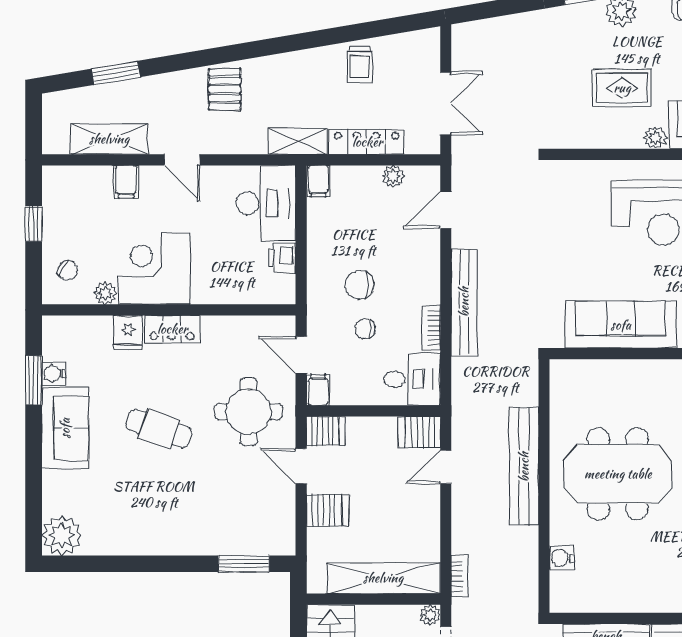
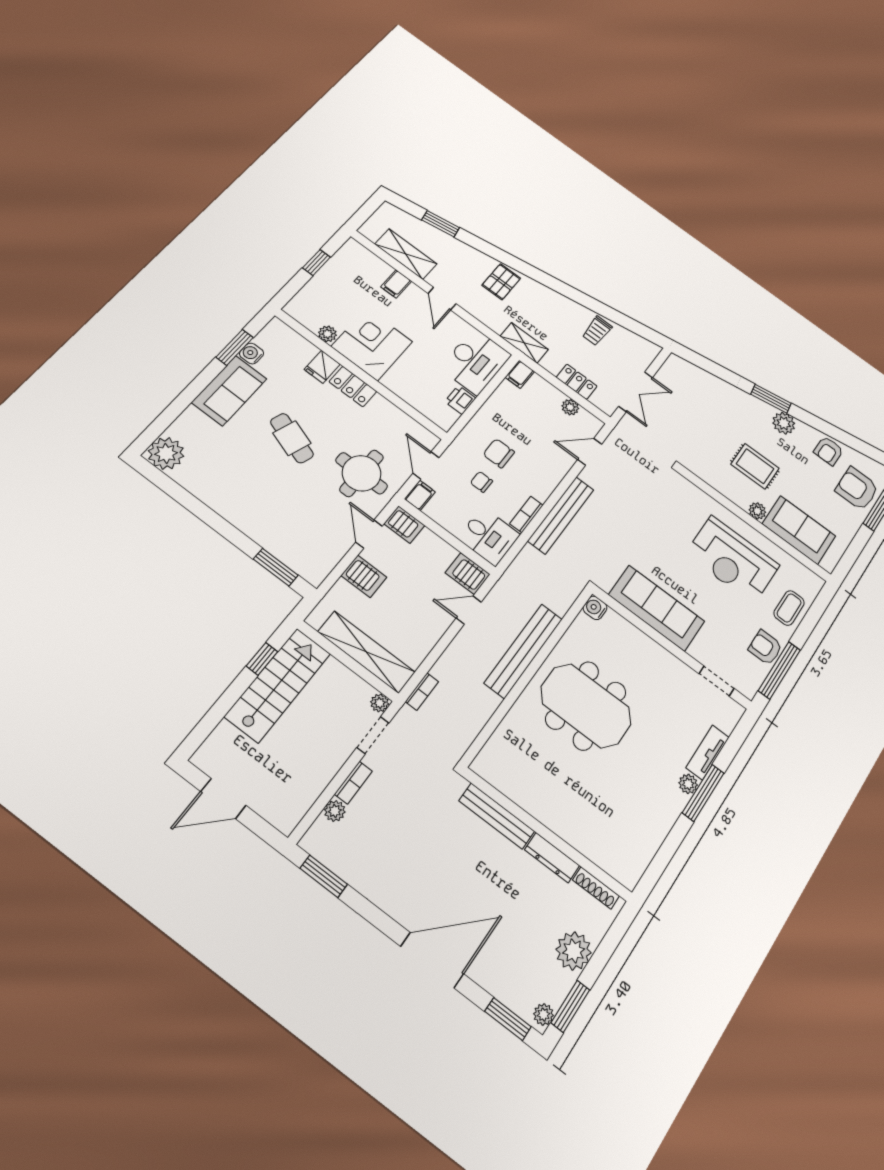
locker: (367, 142) -> (577, 382), width x0.66
chair: (68, 271) -> (315, 303), removed
water cooler: (562, 558) -> (595, 608), moved

